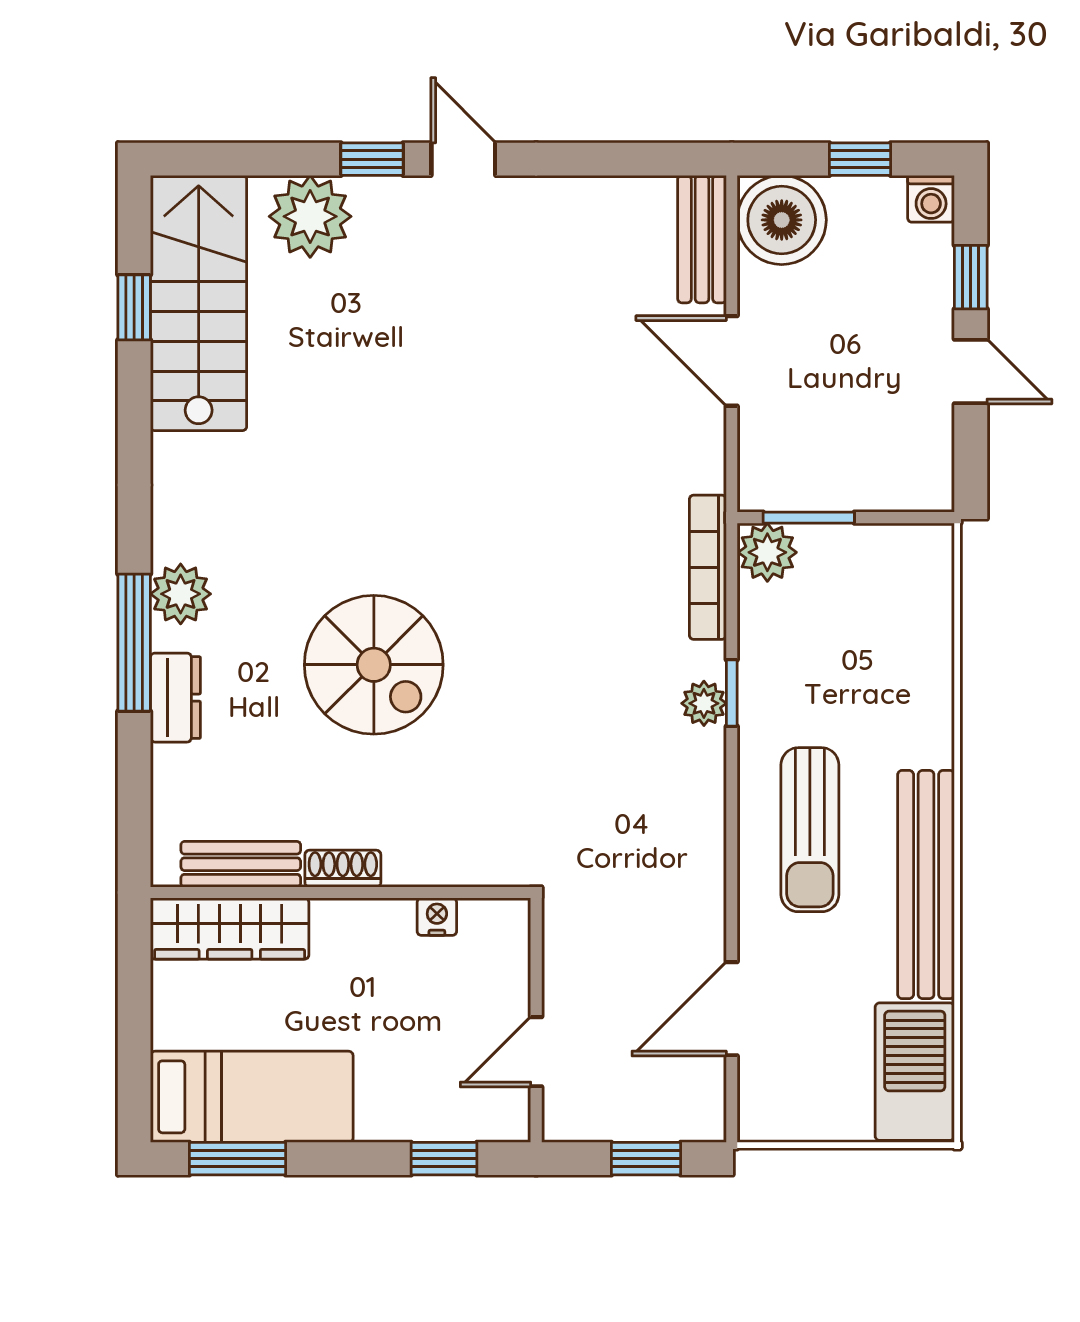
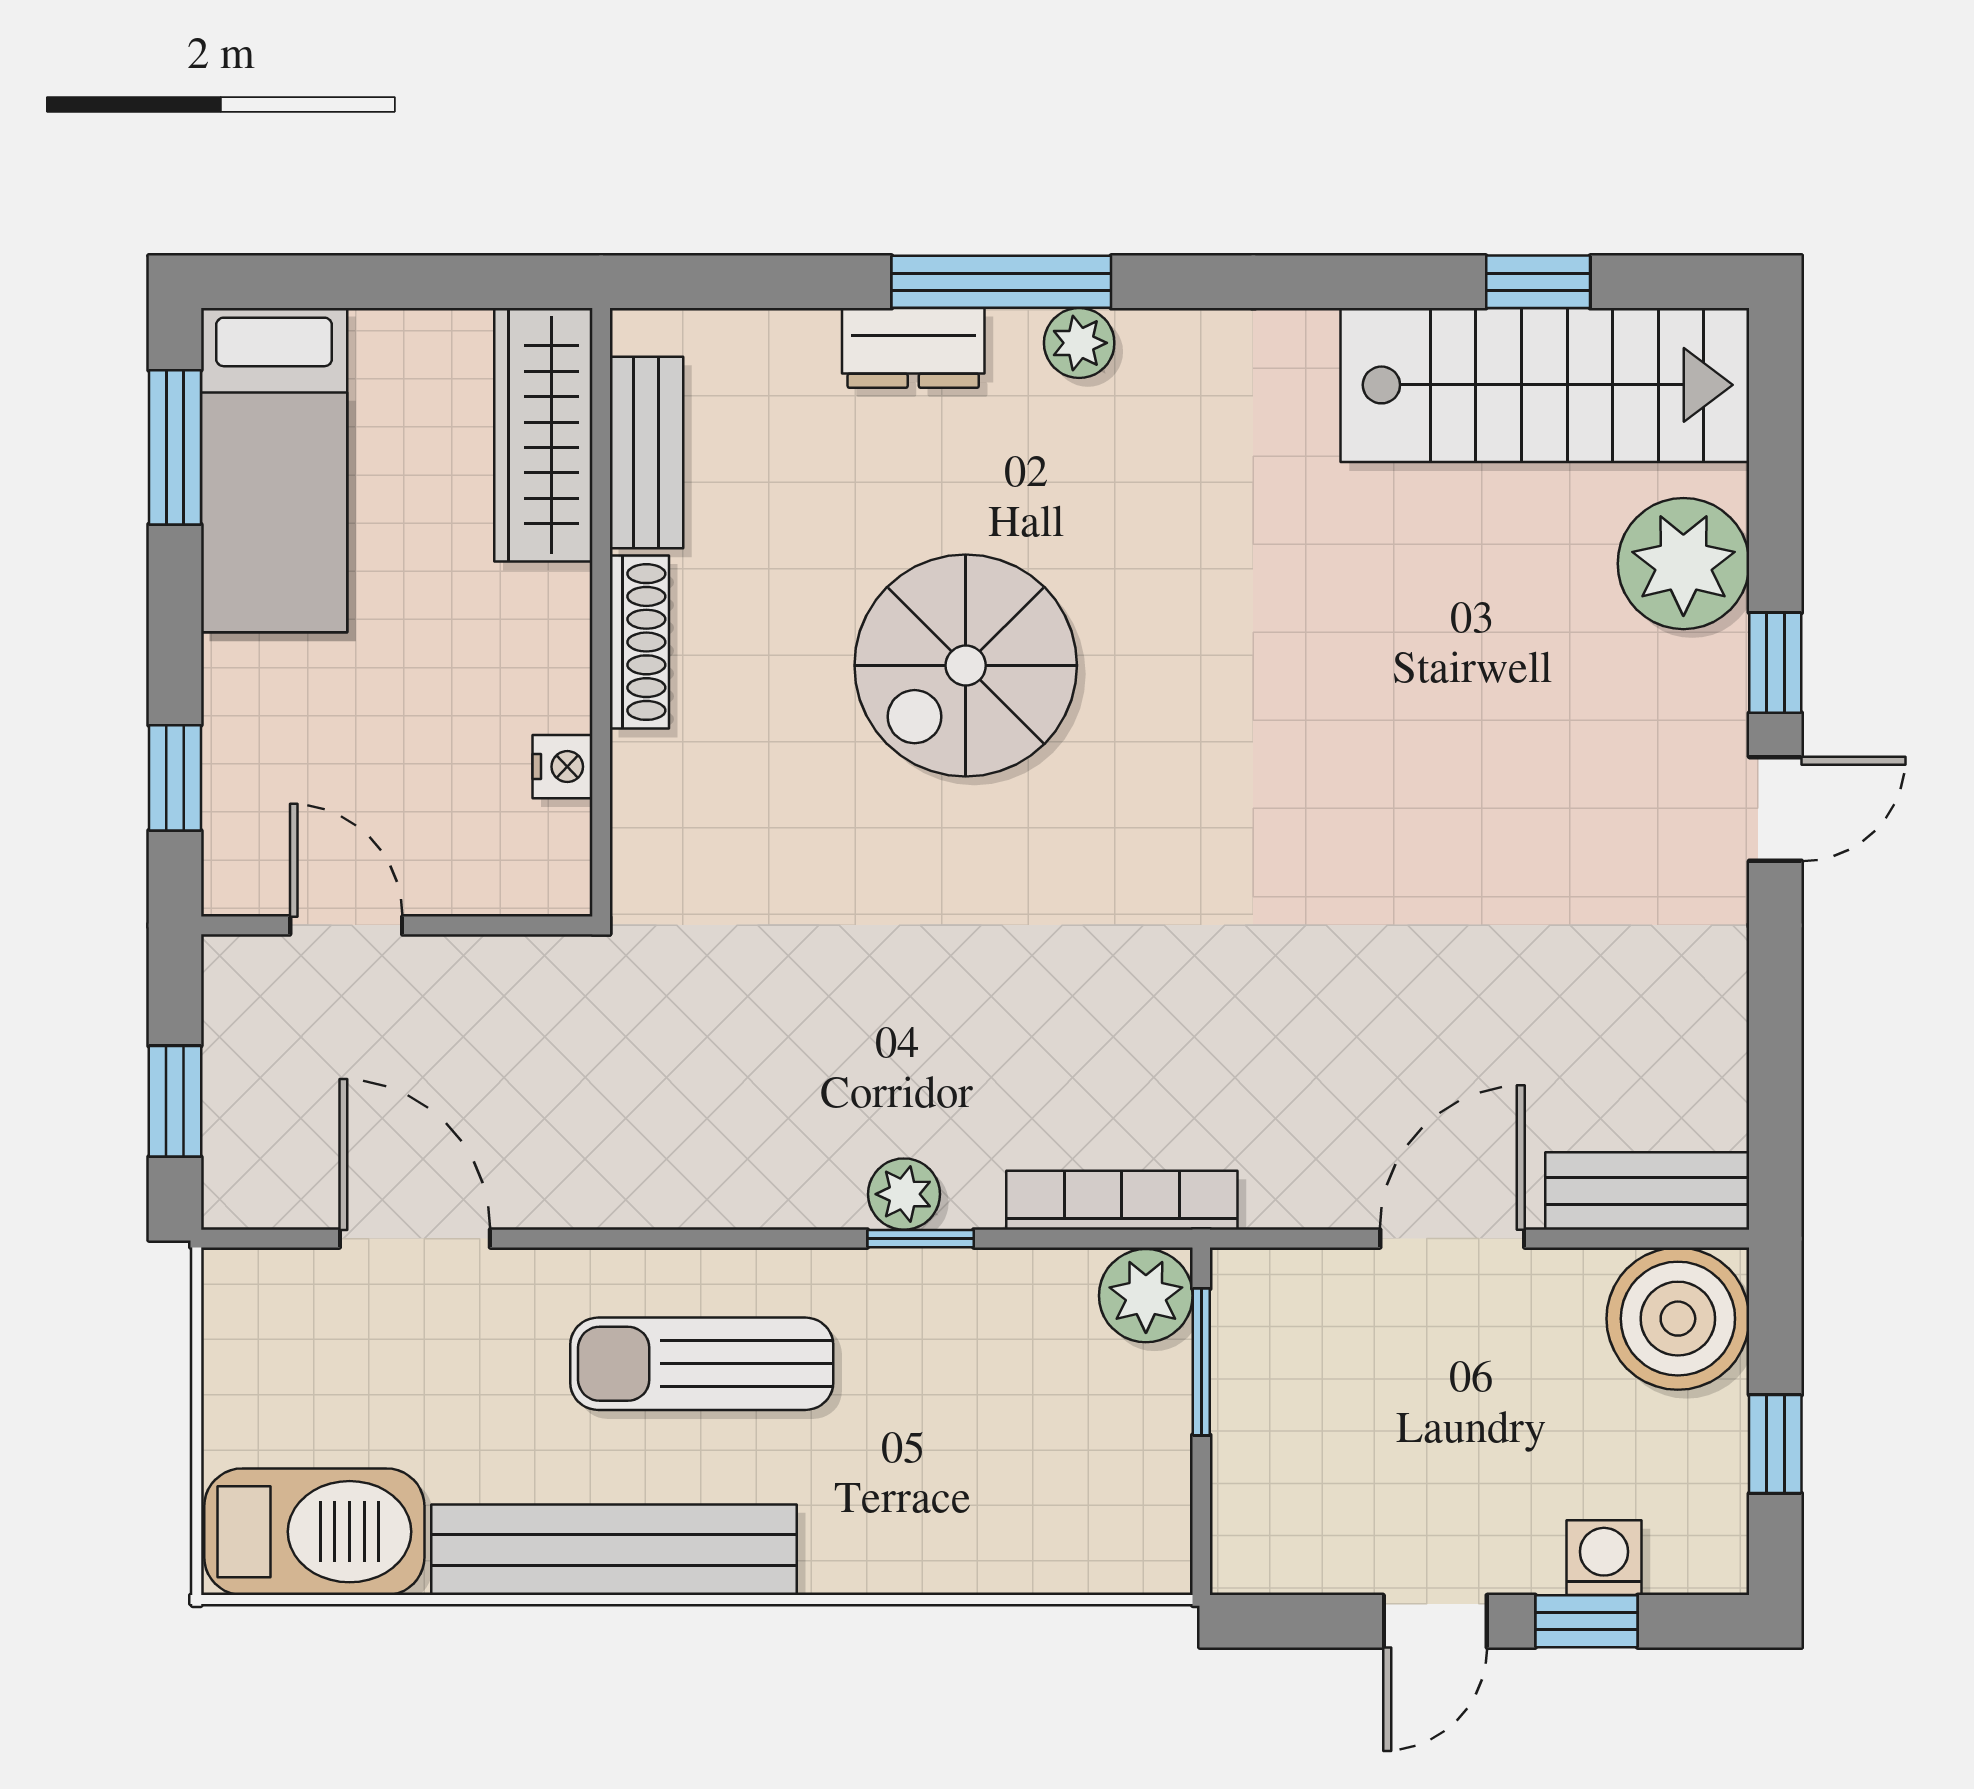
washing machine: (931, 199) -> (1604, 1558), moved, turned 90
plant: (181, 594) -> (1079, 343), width x0.73, depth x0.73
shoe rack: (343, 869) -> (639, 642), width x1.43

